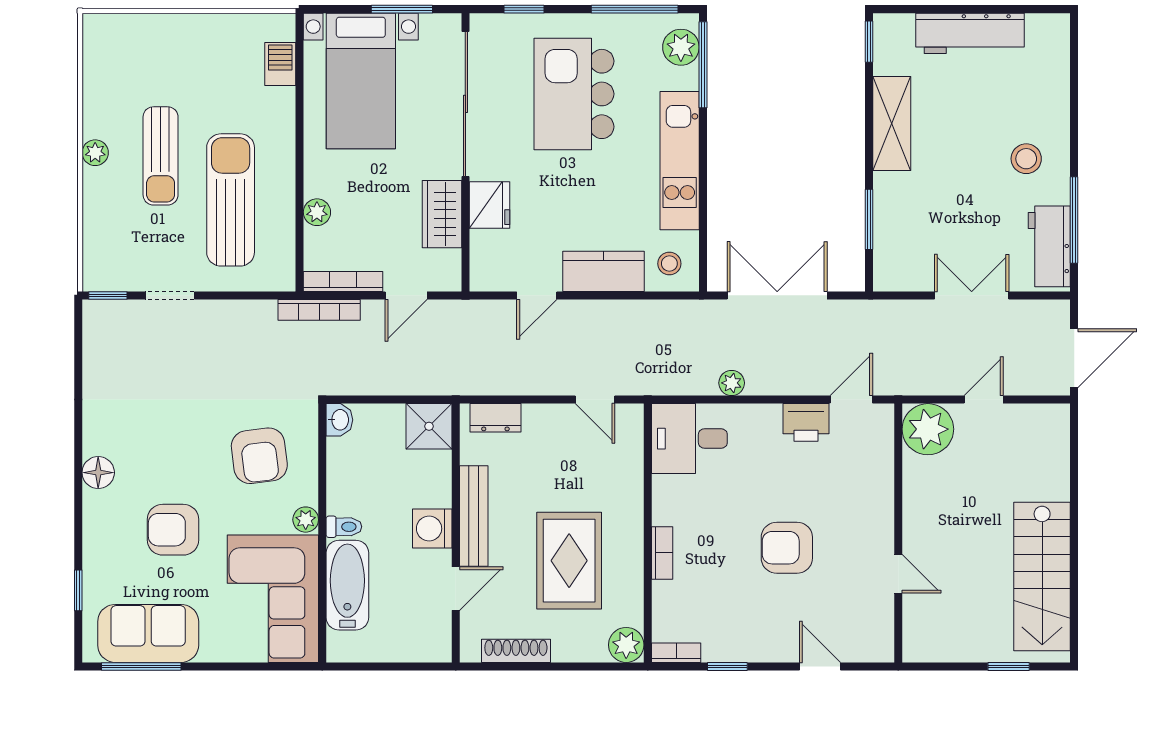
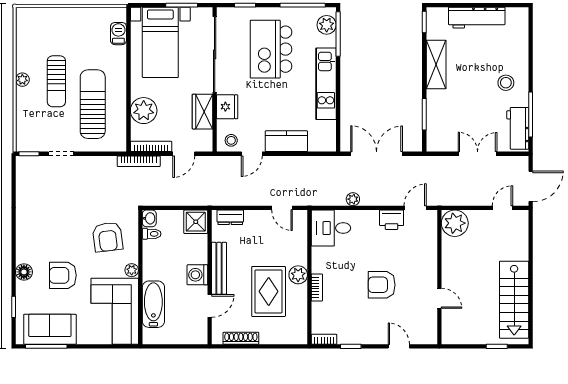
plant: (317, 212) -> (144, 111), width x1.87, depth x1.87
stool: (669, 264) -> (231, 140), moved
door: (984, 400) -> (502, 208), moved
floor lamp: (98, 473) -> (24, 272), moved
toilet: (344, 527) -> (152, 234), moved
plant: (626, 645) -> (298, 275), moved

